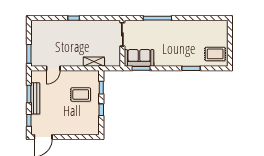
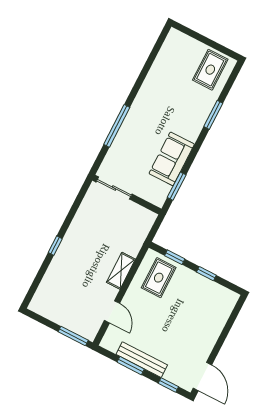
sofa: (139, 58) -> (172, 159), moved
shelving: (94, 62) -> (121, 271), moved
rug: (81, 95) -> (159, 278), moved

